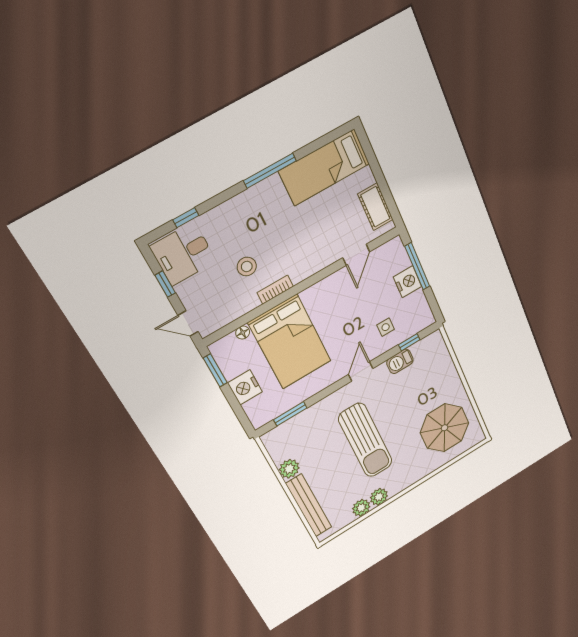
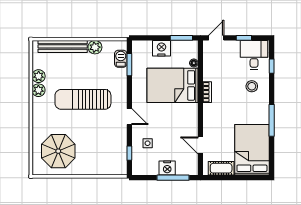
bed: (324, 168) -> (252, 150), width x1.50
stool: (247, 267) -> (252, 86), moved
barbecue: (400, 361) -> (121, 59), moved

